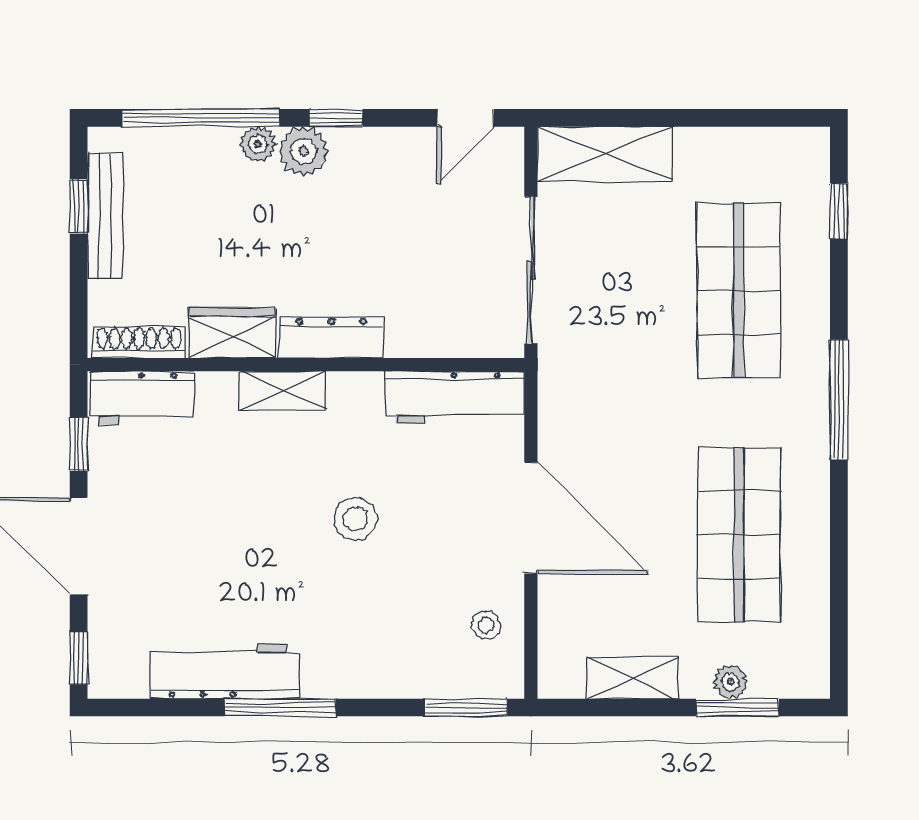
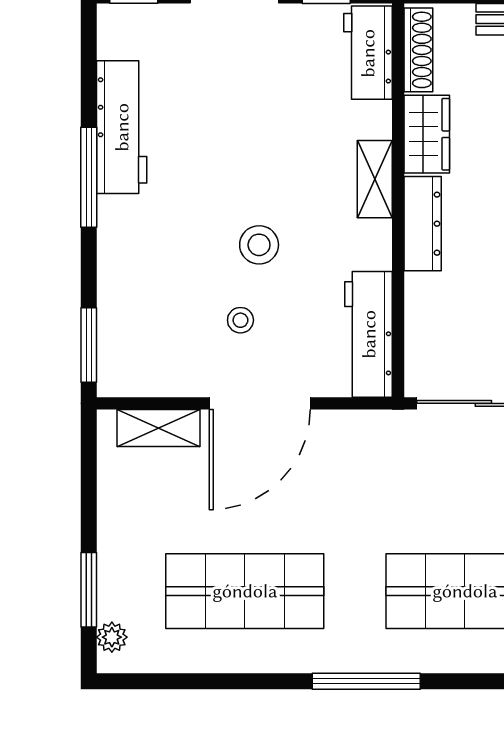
stool: (486, 625) -> (240, 320), moved
shelving: (632, 678) -> (159, 428), moved, turned 90
plant: (731, 682) -> (112, 637), moved

